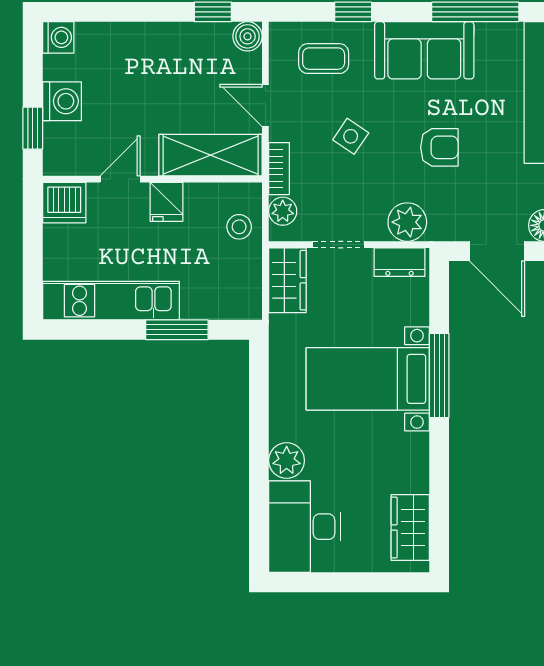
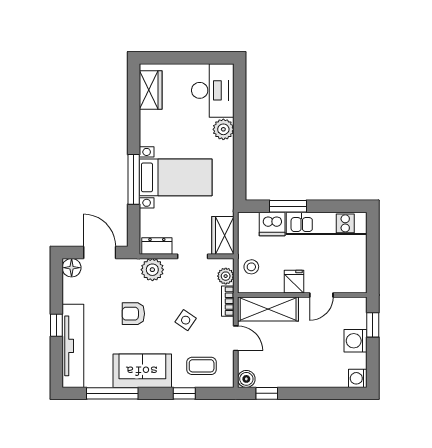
dishwasher: (64, 203) -> (272, 224), moved, turned 180

